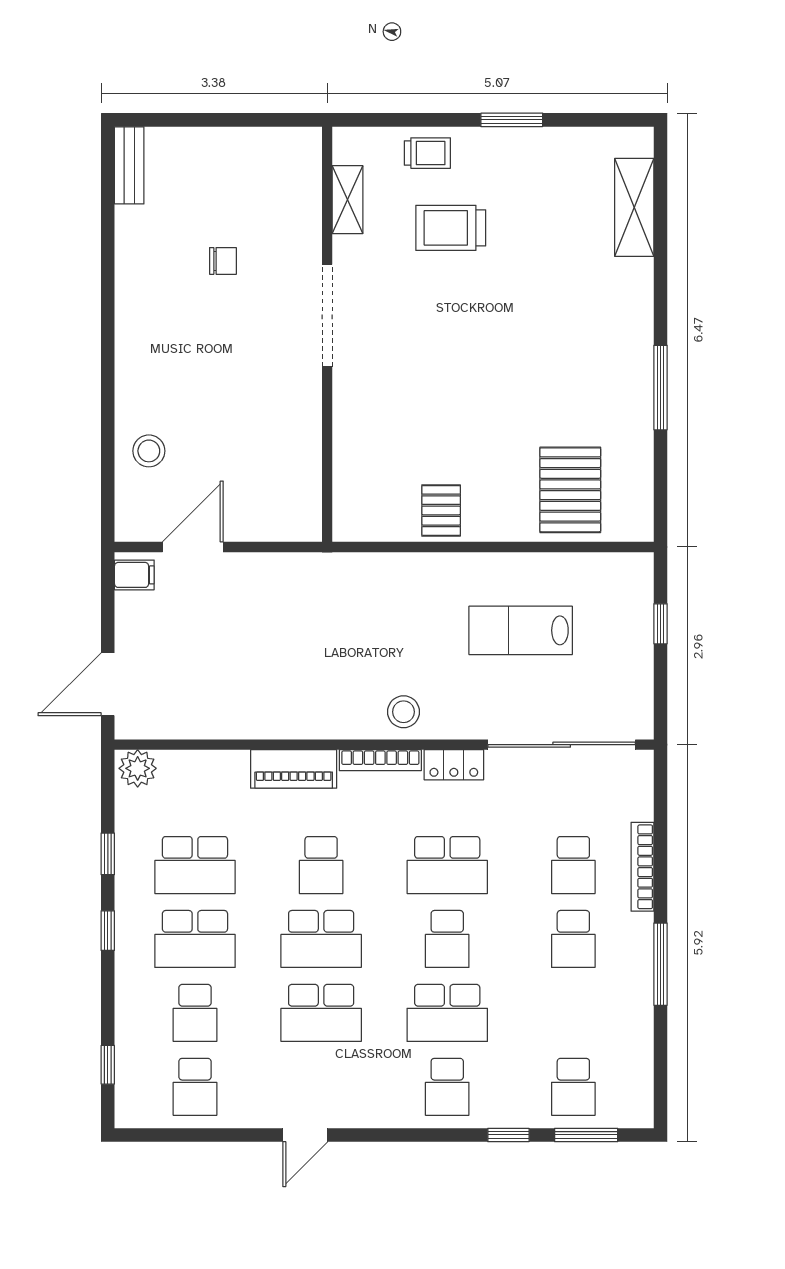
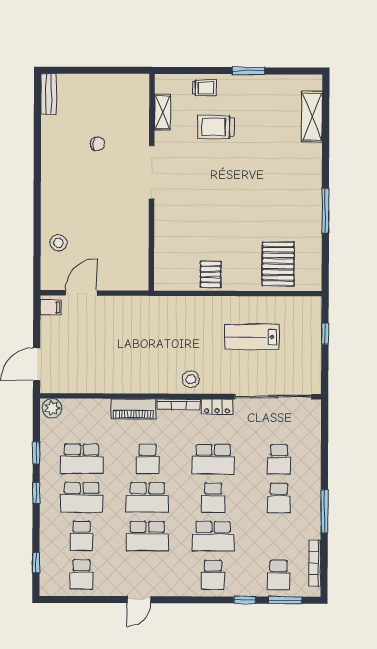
bookcase: (642, 867) -> (315, 563), moved

